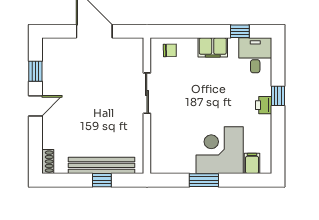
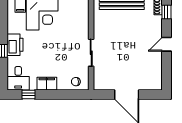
window: (35, 71) -> (166, 12), moved
printer: (264, 105) -> (15, 45), width x1.87, depth x1.48

